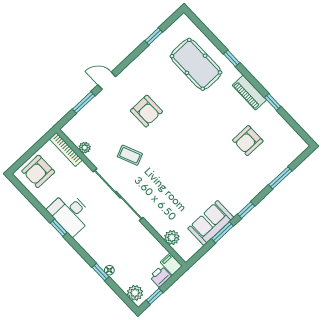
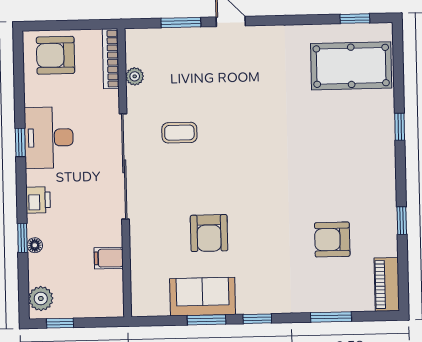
window: (154, 36) -> (355, 19), moved
pool table: (196, 64) -> (351, 66), moved, turned 90
piano: (249, 93) -> (387, 284), moved
armchair: (146, 111) -> (209, 233), moved
coffee table: (130, 155) -> (179, 133), turned -67
plant: (172, 238) -> (142, 273), removed
filing cabinet: (171, 264) -> (109, 258), moved, turned -90
printer: (160, 276) -> (38, 200), moved, turned 90

